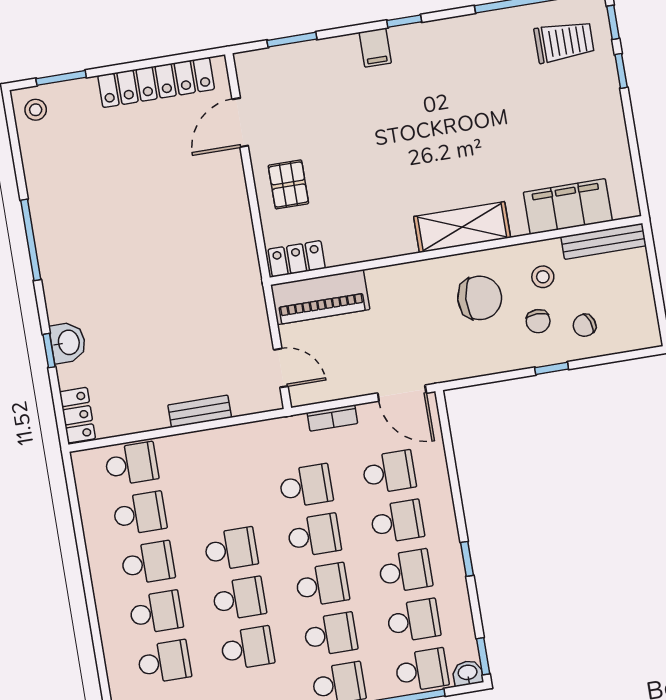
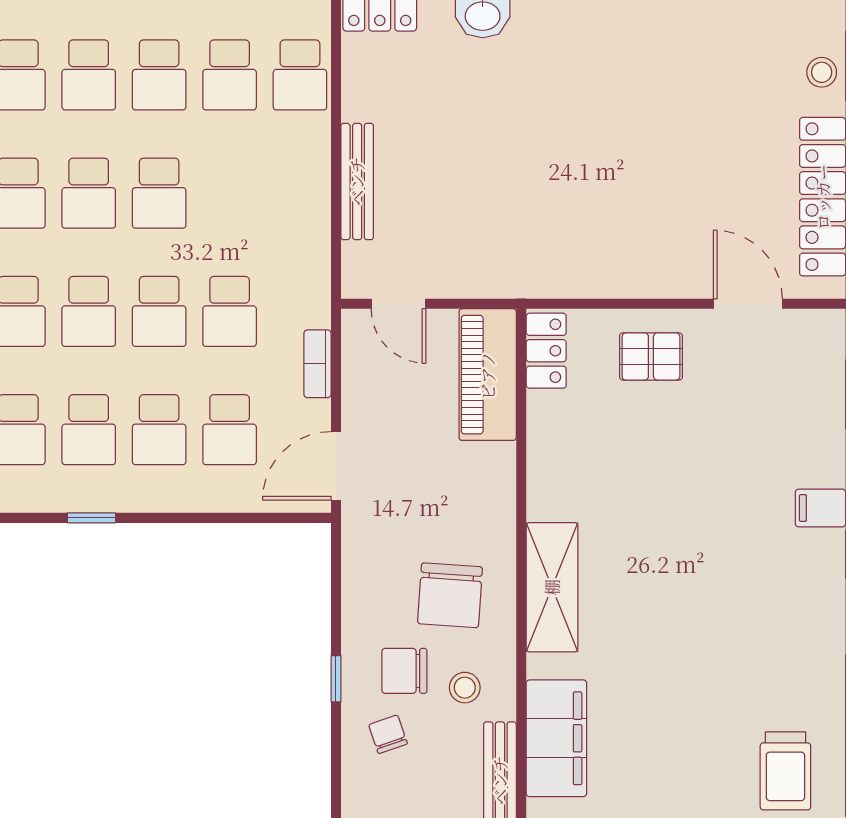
stool: (36, 110) -> (822, 72), moved
chair: (538, 321) -> (404, 671), width x1.37, depth x1.37
door: (281, 368) -> (399, 304), hinge flipped
bench: (200, 411) -> (357, 181), width x1.36

